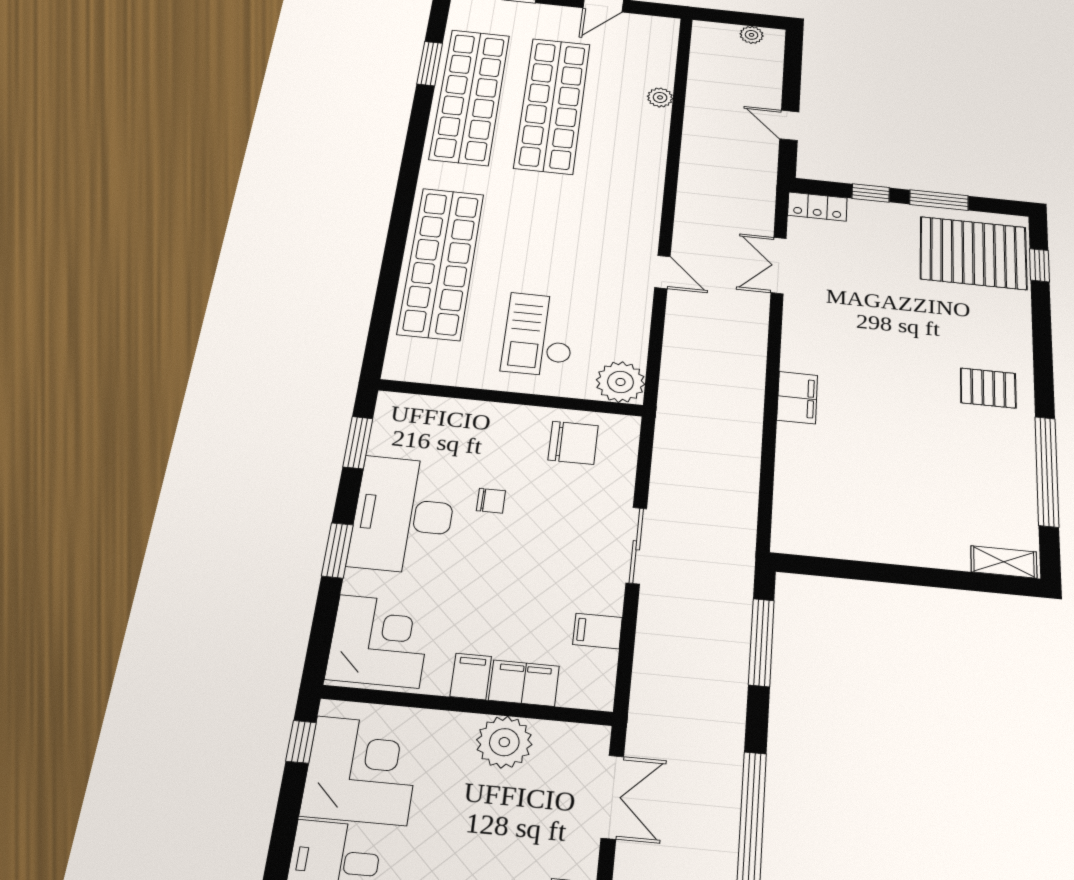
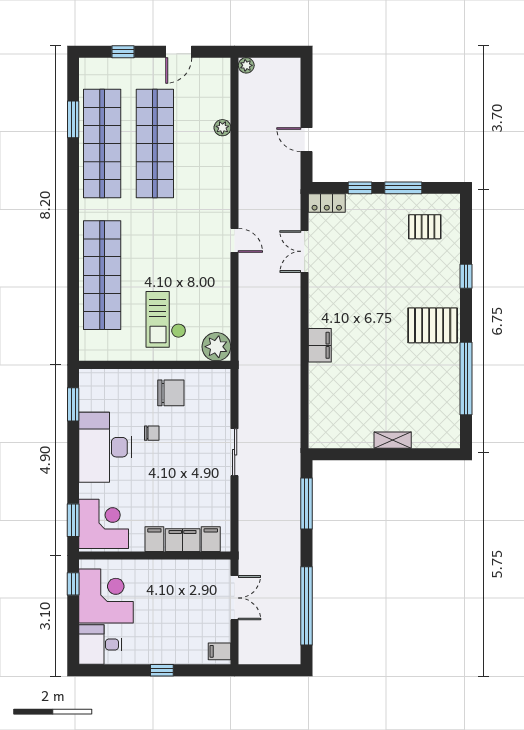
plant: (752, 35) -> (246, 65), moved
pallet: (973, 253) -> (425, 227), width x0.49, depth x0.50
window: (1039, 265) -> (466, 276), moved
door: (662, 272) -> (235, 240), moved
pallet: (988, 388) -> (433, 325), width x1.50, depth x1.42
chair: (573, 443) -> (171, 393), moved
window: (337, 550) -> (73, 520), moved
shelving: (1004, 562) -> (393, 440), moved
filing cabinet: (598, 631) -> (211, 539), moved, turned 90
plant: (504, 742) -> (176, 574), removed

